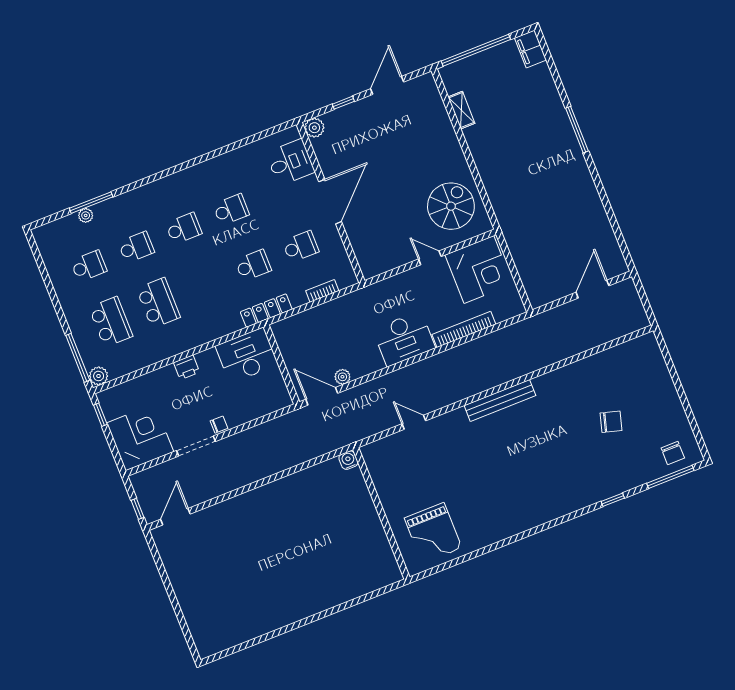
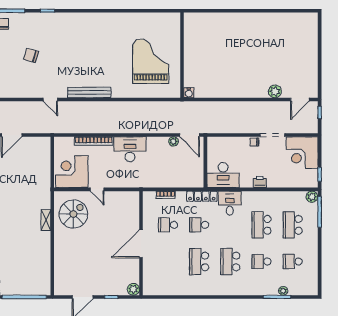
shelving: (461, 110) -> (46, 220), moved
desk: (290, 162) -> (230, 203), moved, turned 90
spiral stairs: (451, 206) -> (73, 214), turned 180
school desk: (231, 210) -> (199, 261), width x1.85
school desk: (184, 228) -> (230, 261), width x1.85
door: (414, 422) -> (50, 99), moved
plant: (218, 514) -> (275, 91), added
grand piano: (433, 533) -> (151, 61), moved, width x1.37, depth x1.48

